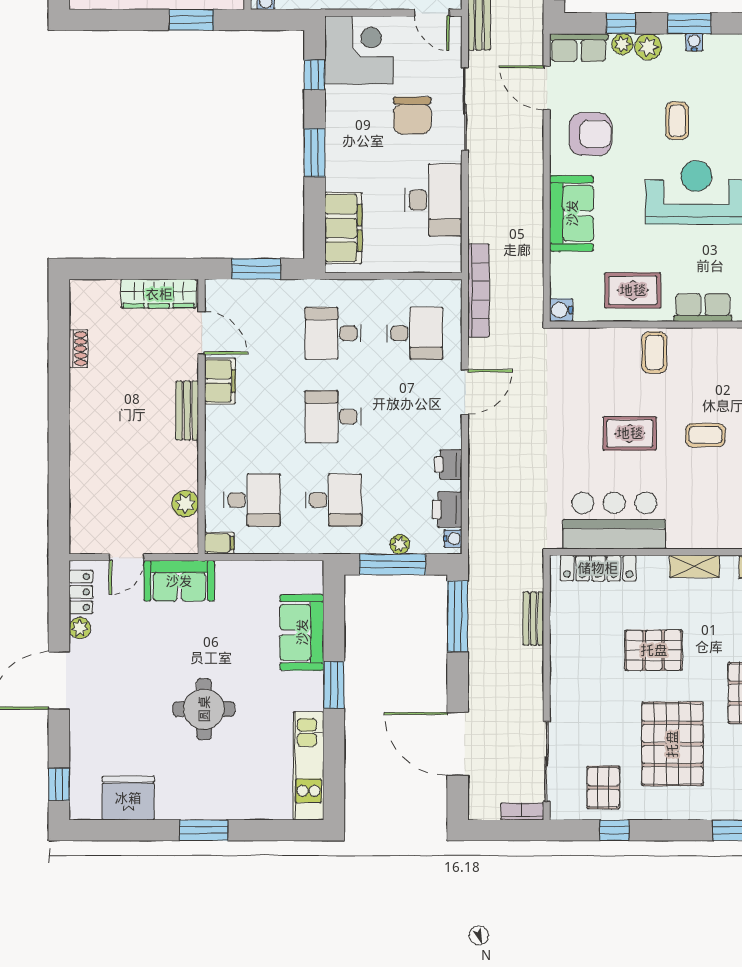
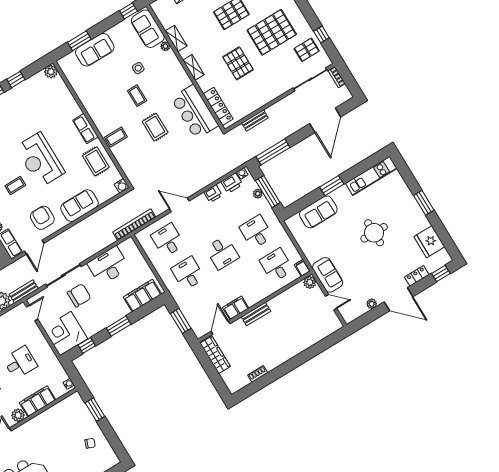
desk: (333, 333) -> (188, 273), turned 180
plant: (185, 504) -> (310, 282), moved
locker: (81, 592) -> (417, 276), moved

